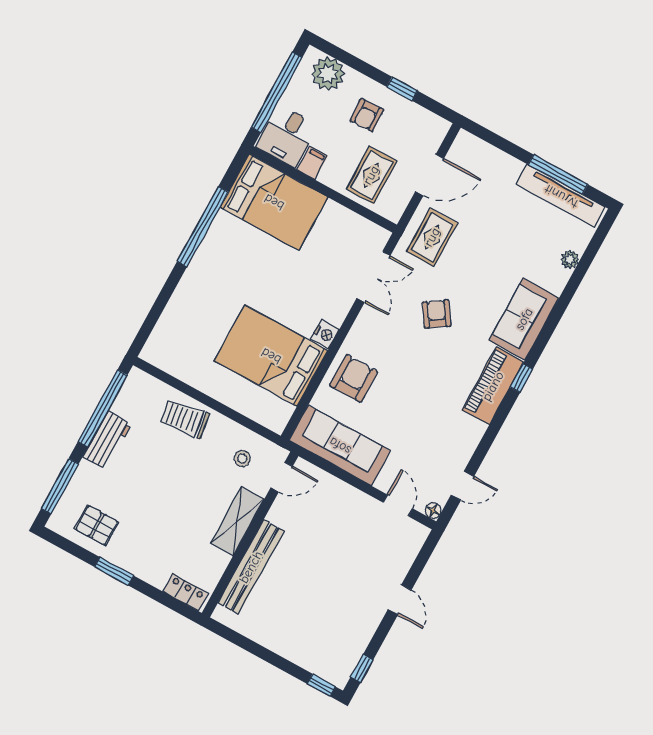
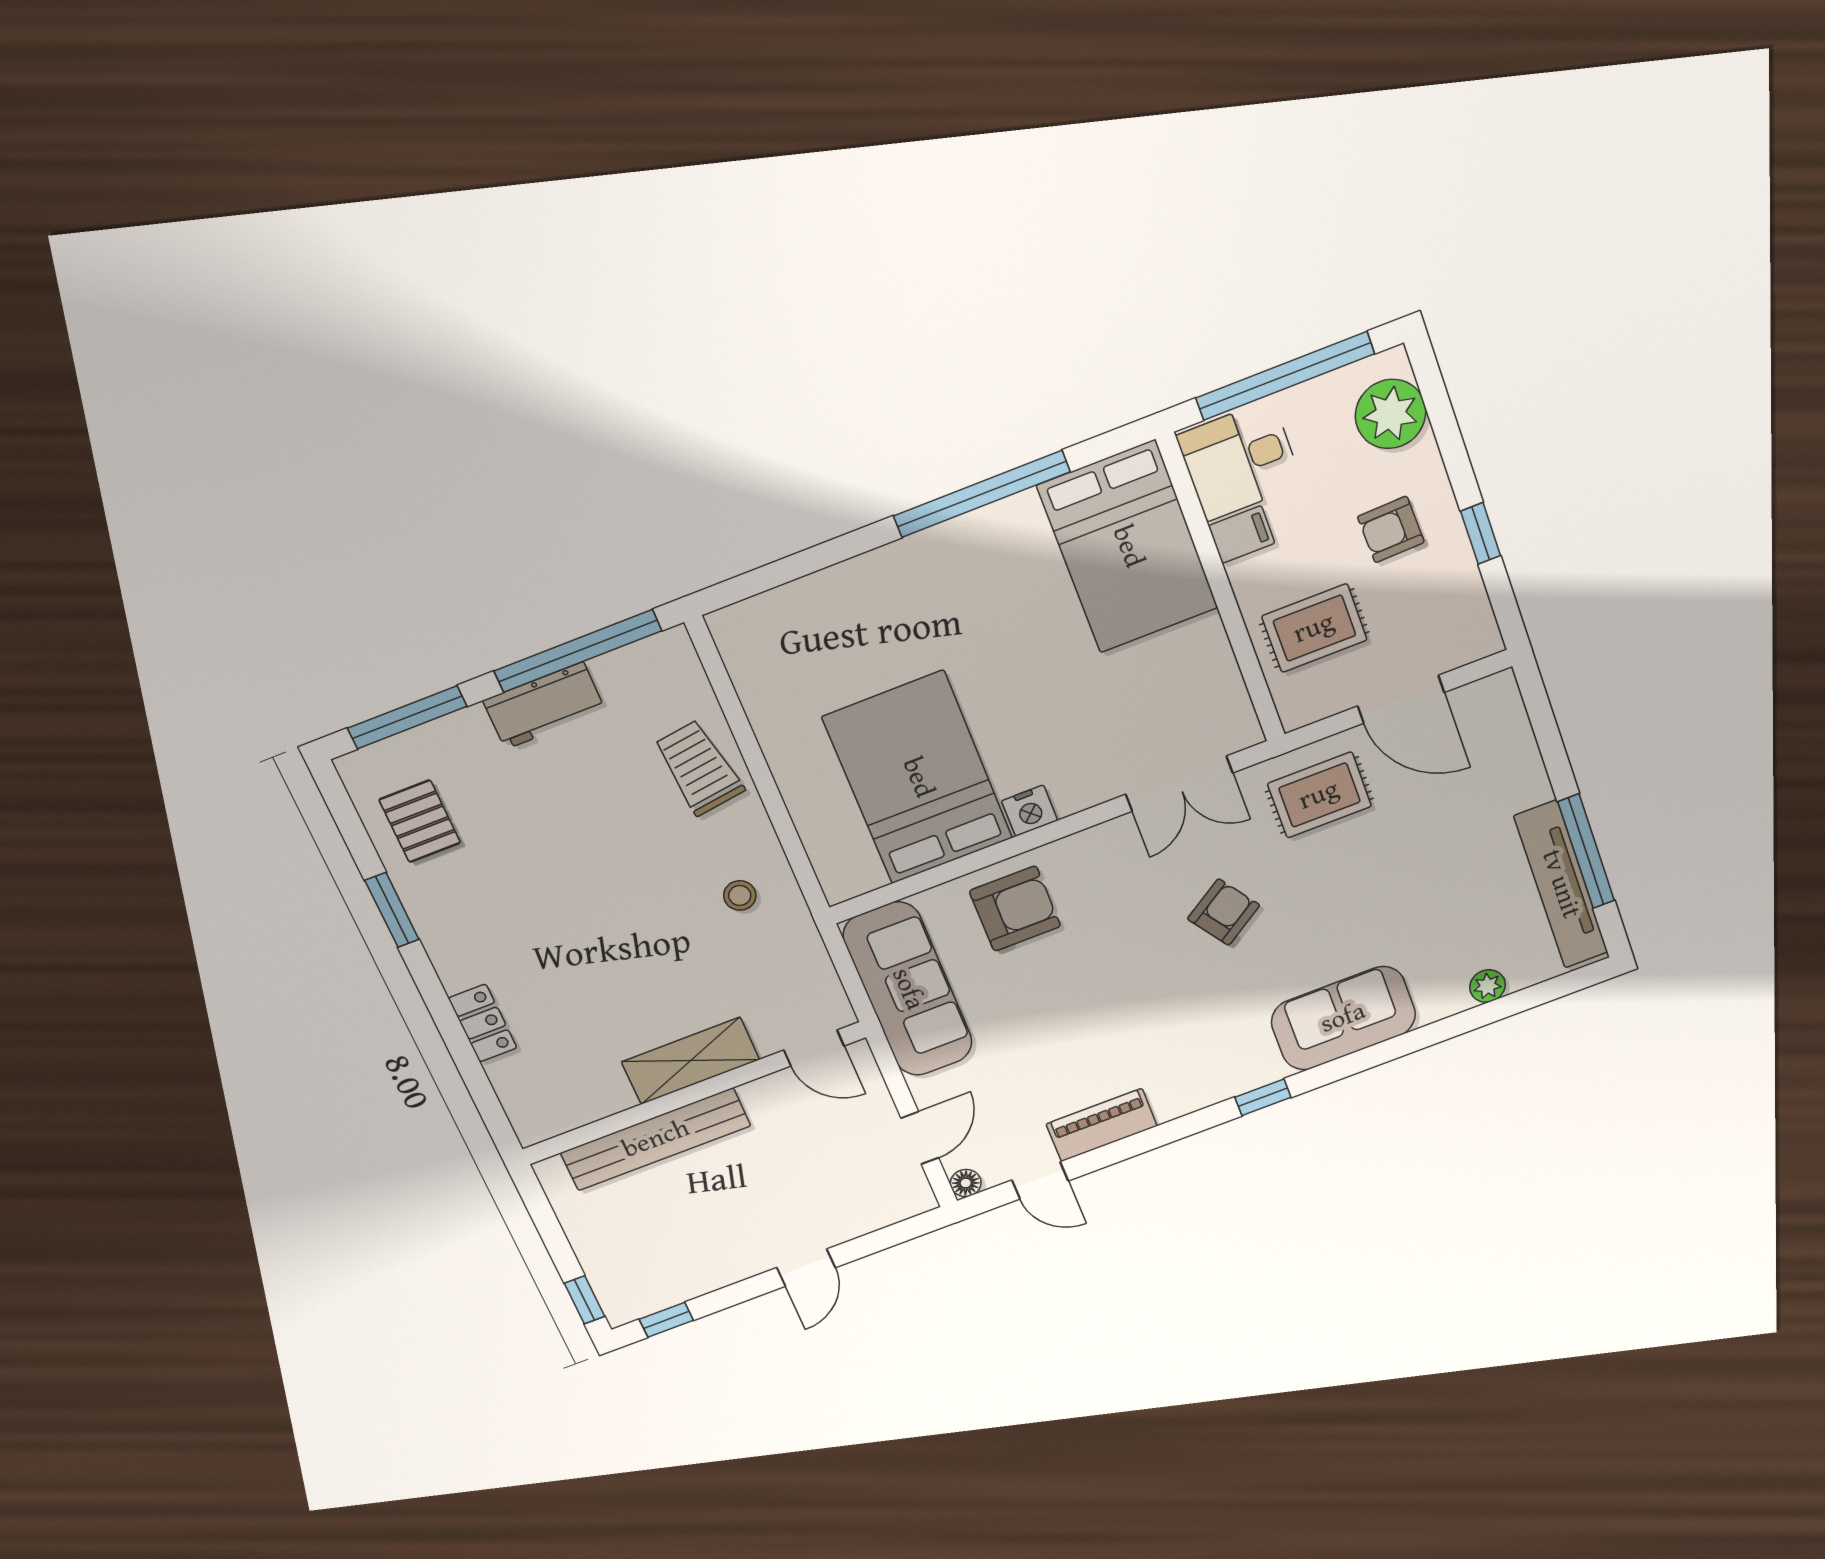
piano: (493, 386) -> (1102, 1125), moved, width x0.73, depth x0.75
door: (282, 477) -> (814, 1048), moved
shelving: (237, 521) -> (691, 1061), moved
wall: (250, 534) -> (694, 1093), moved
bench: (251, 567) -> (656, 1139), moved

